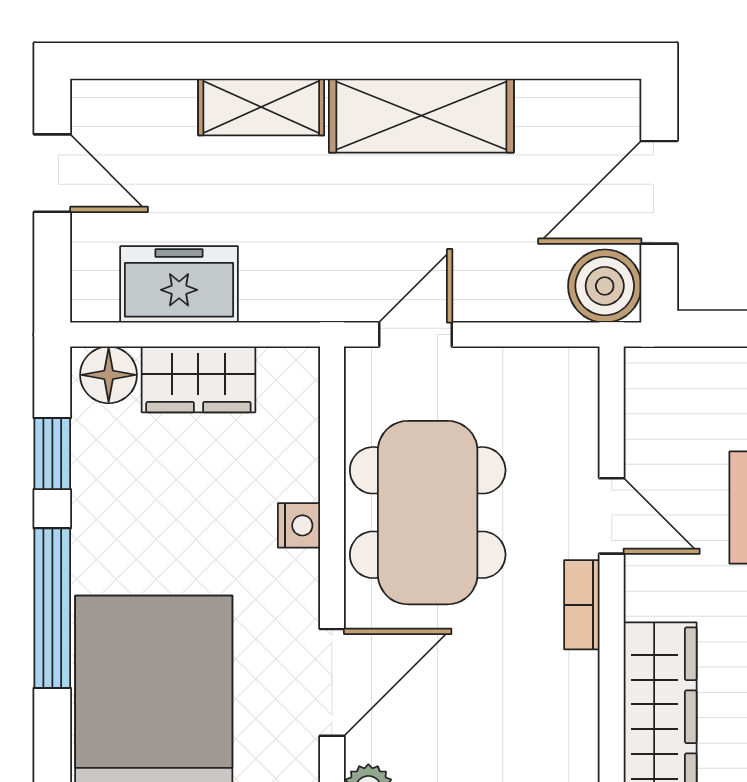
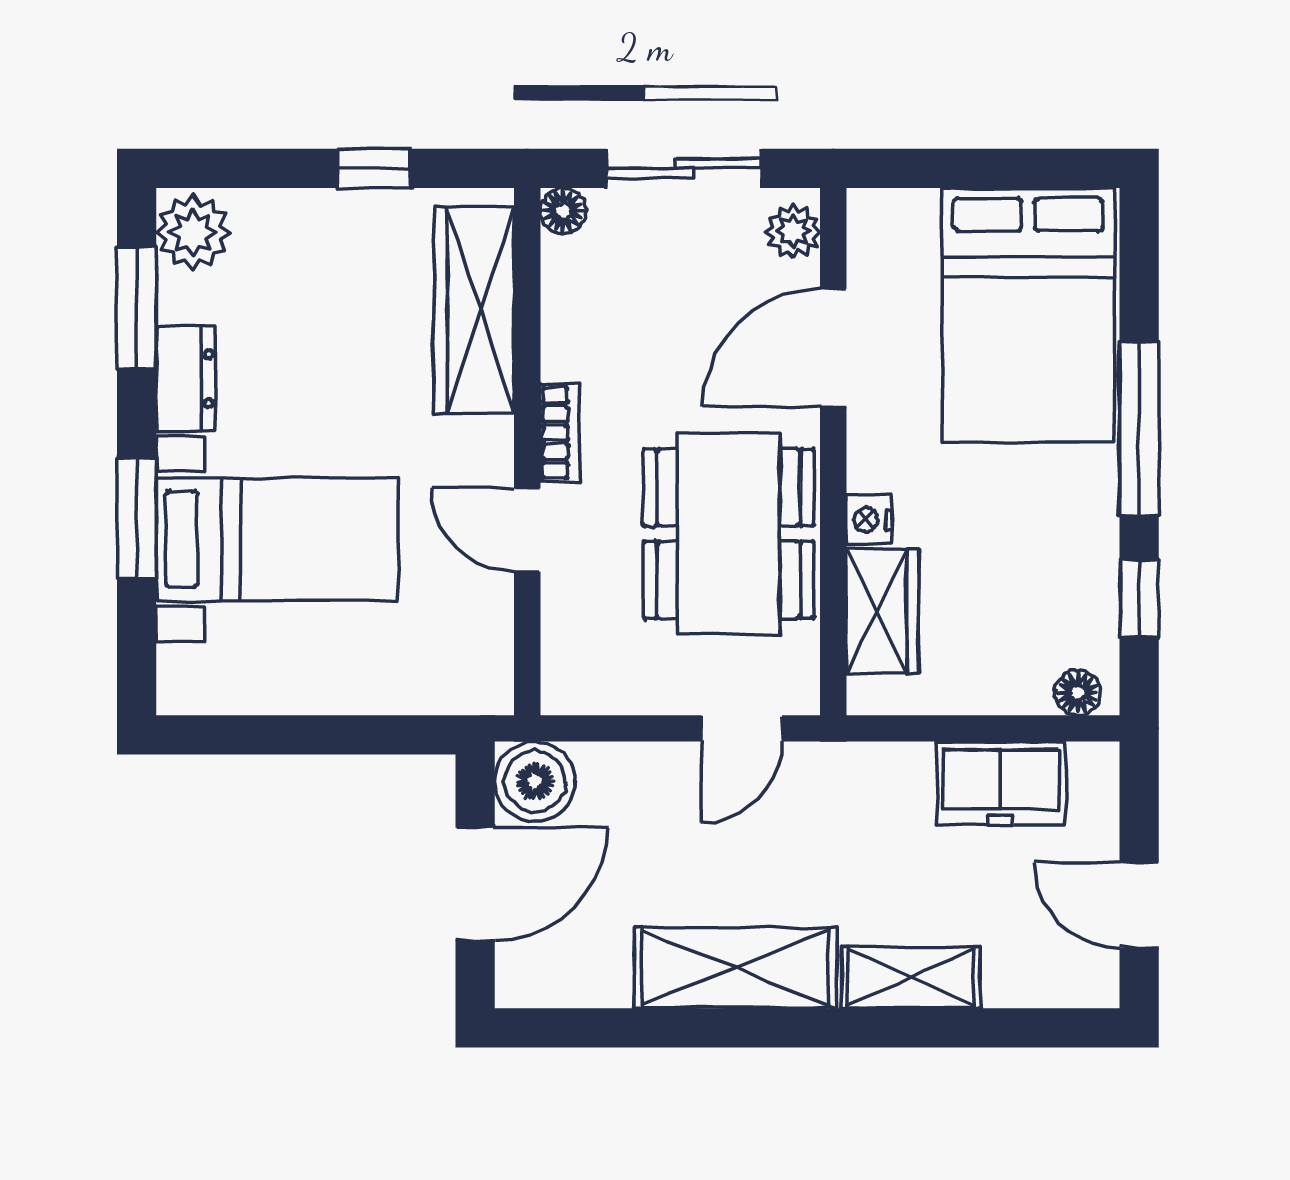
floor lamp: (109, 375) -> (1078, 693), width x0.73, depth x0.73
wardrobe: (198, 379) -> (882, 611), moved, turned 90

